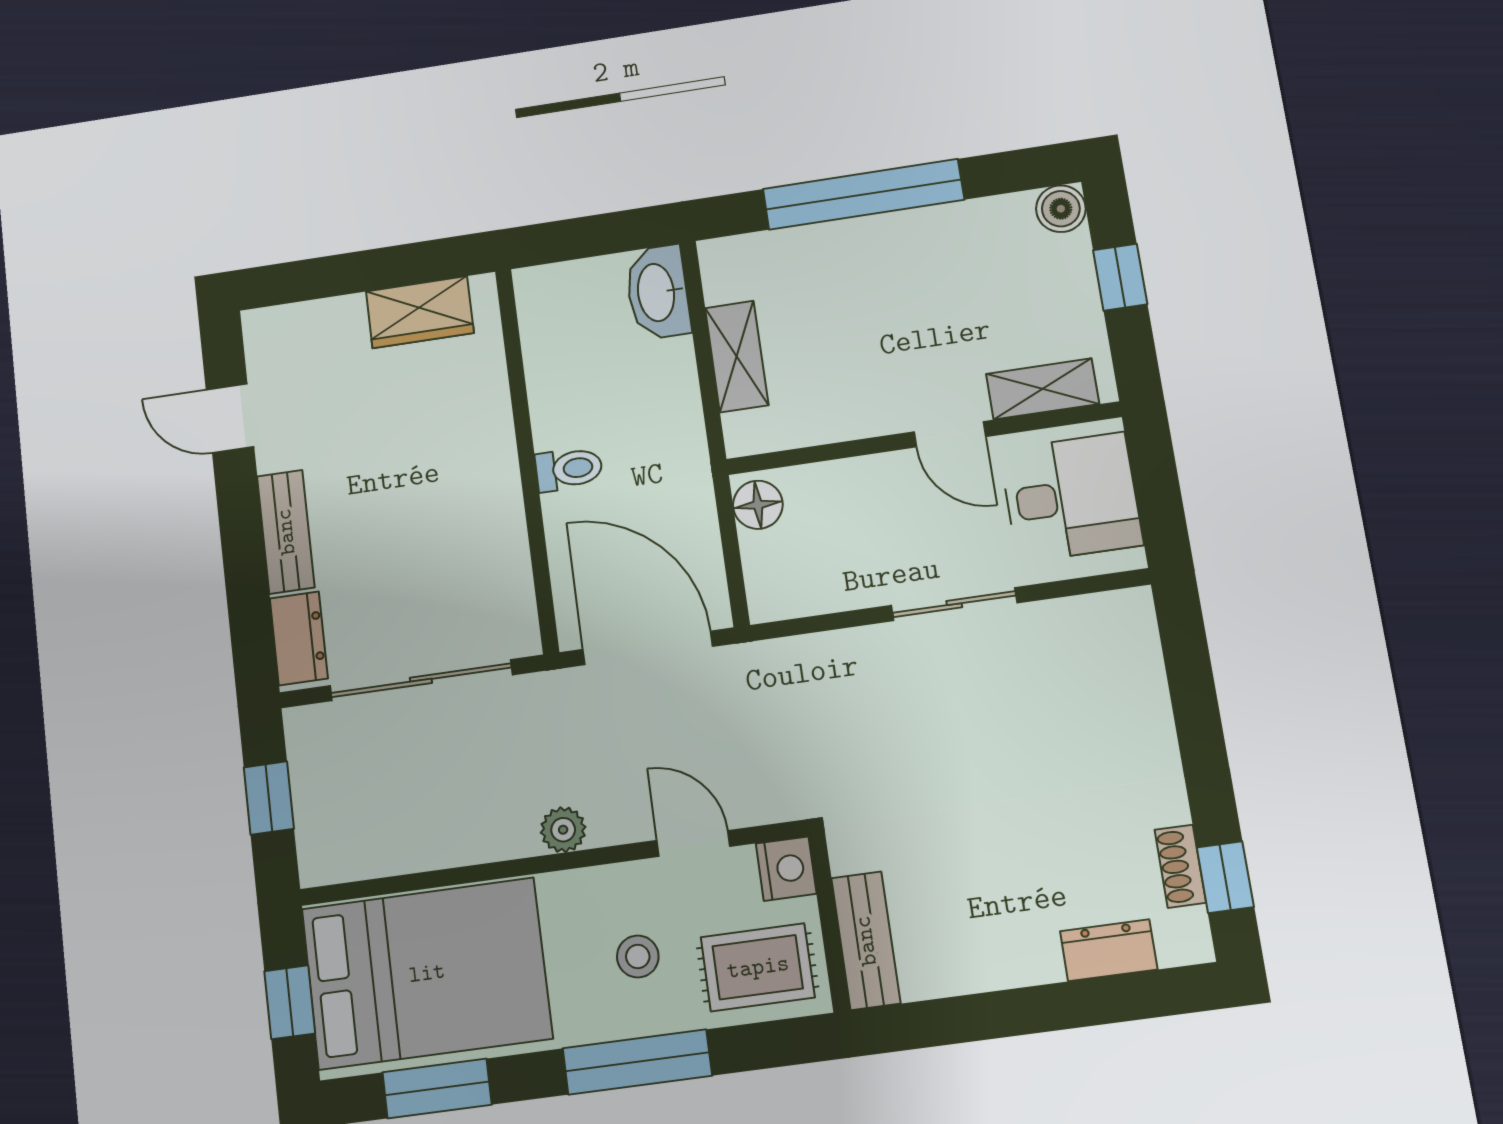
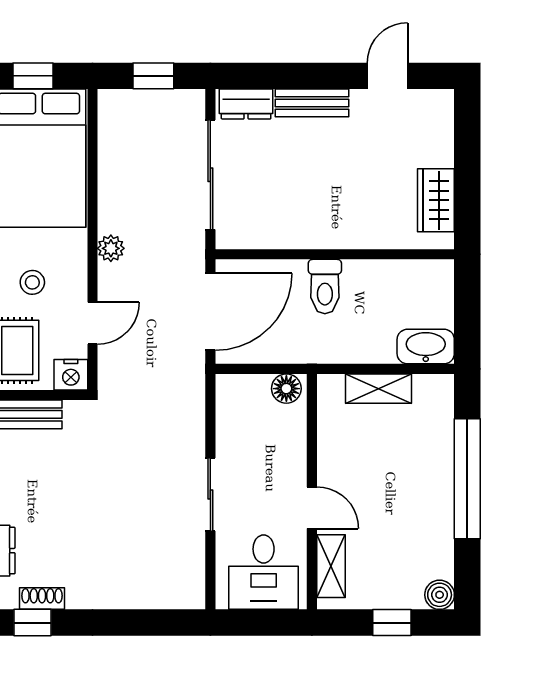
door: (950, 434) -> (312, 508), swing flipped
toilet: (569, 469) -> (325, 286), width x1.37, depth x1.39

